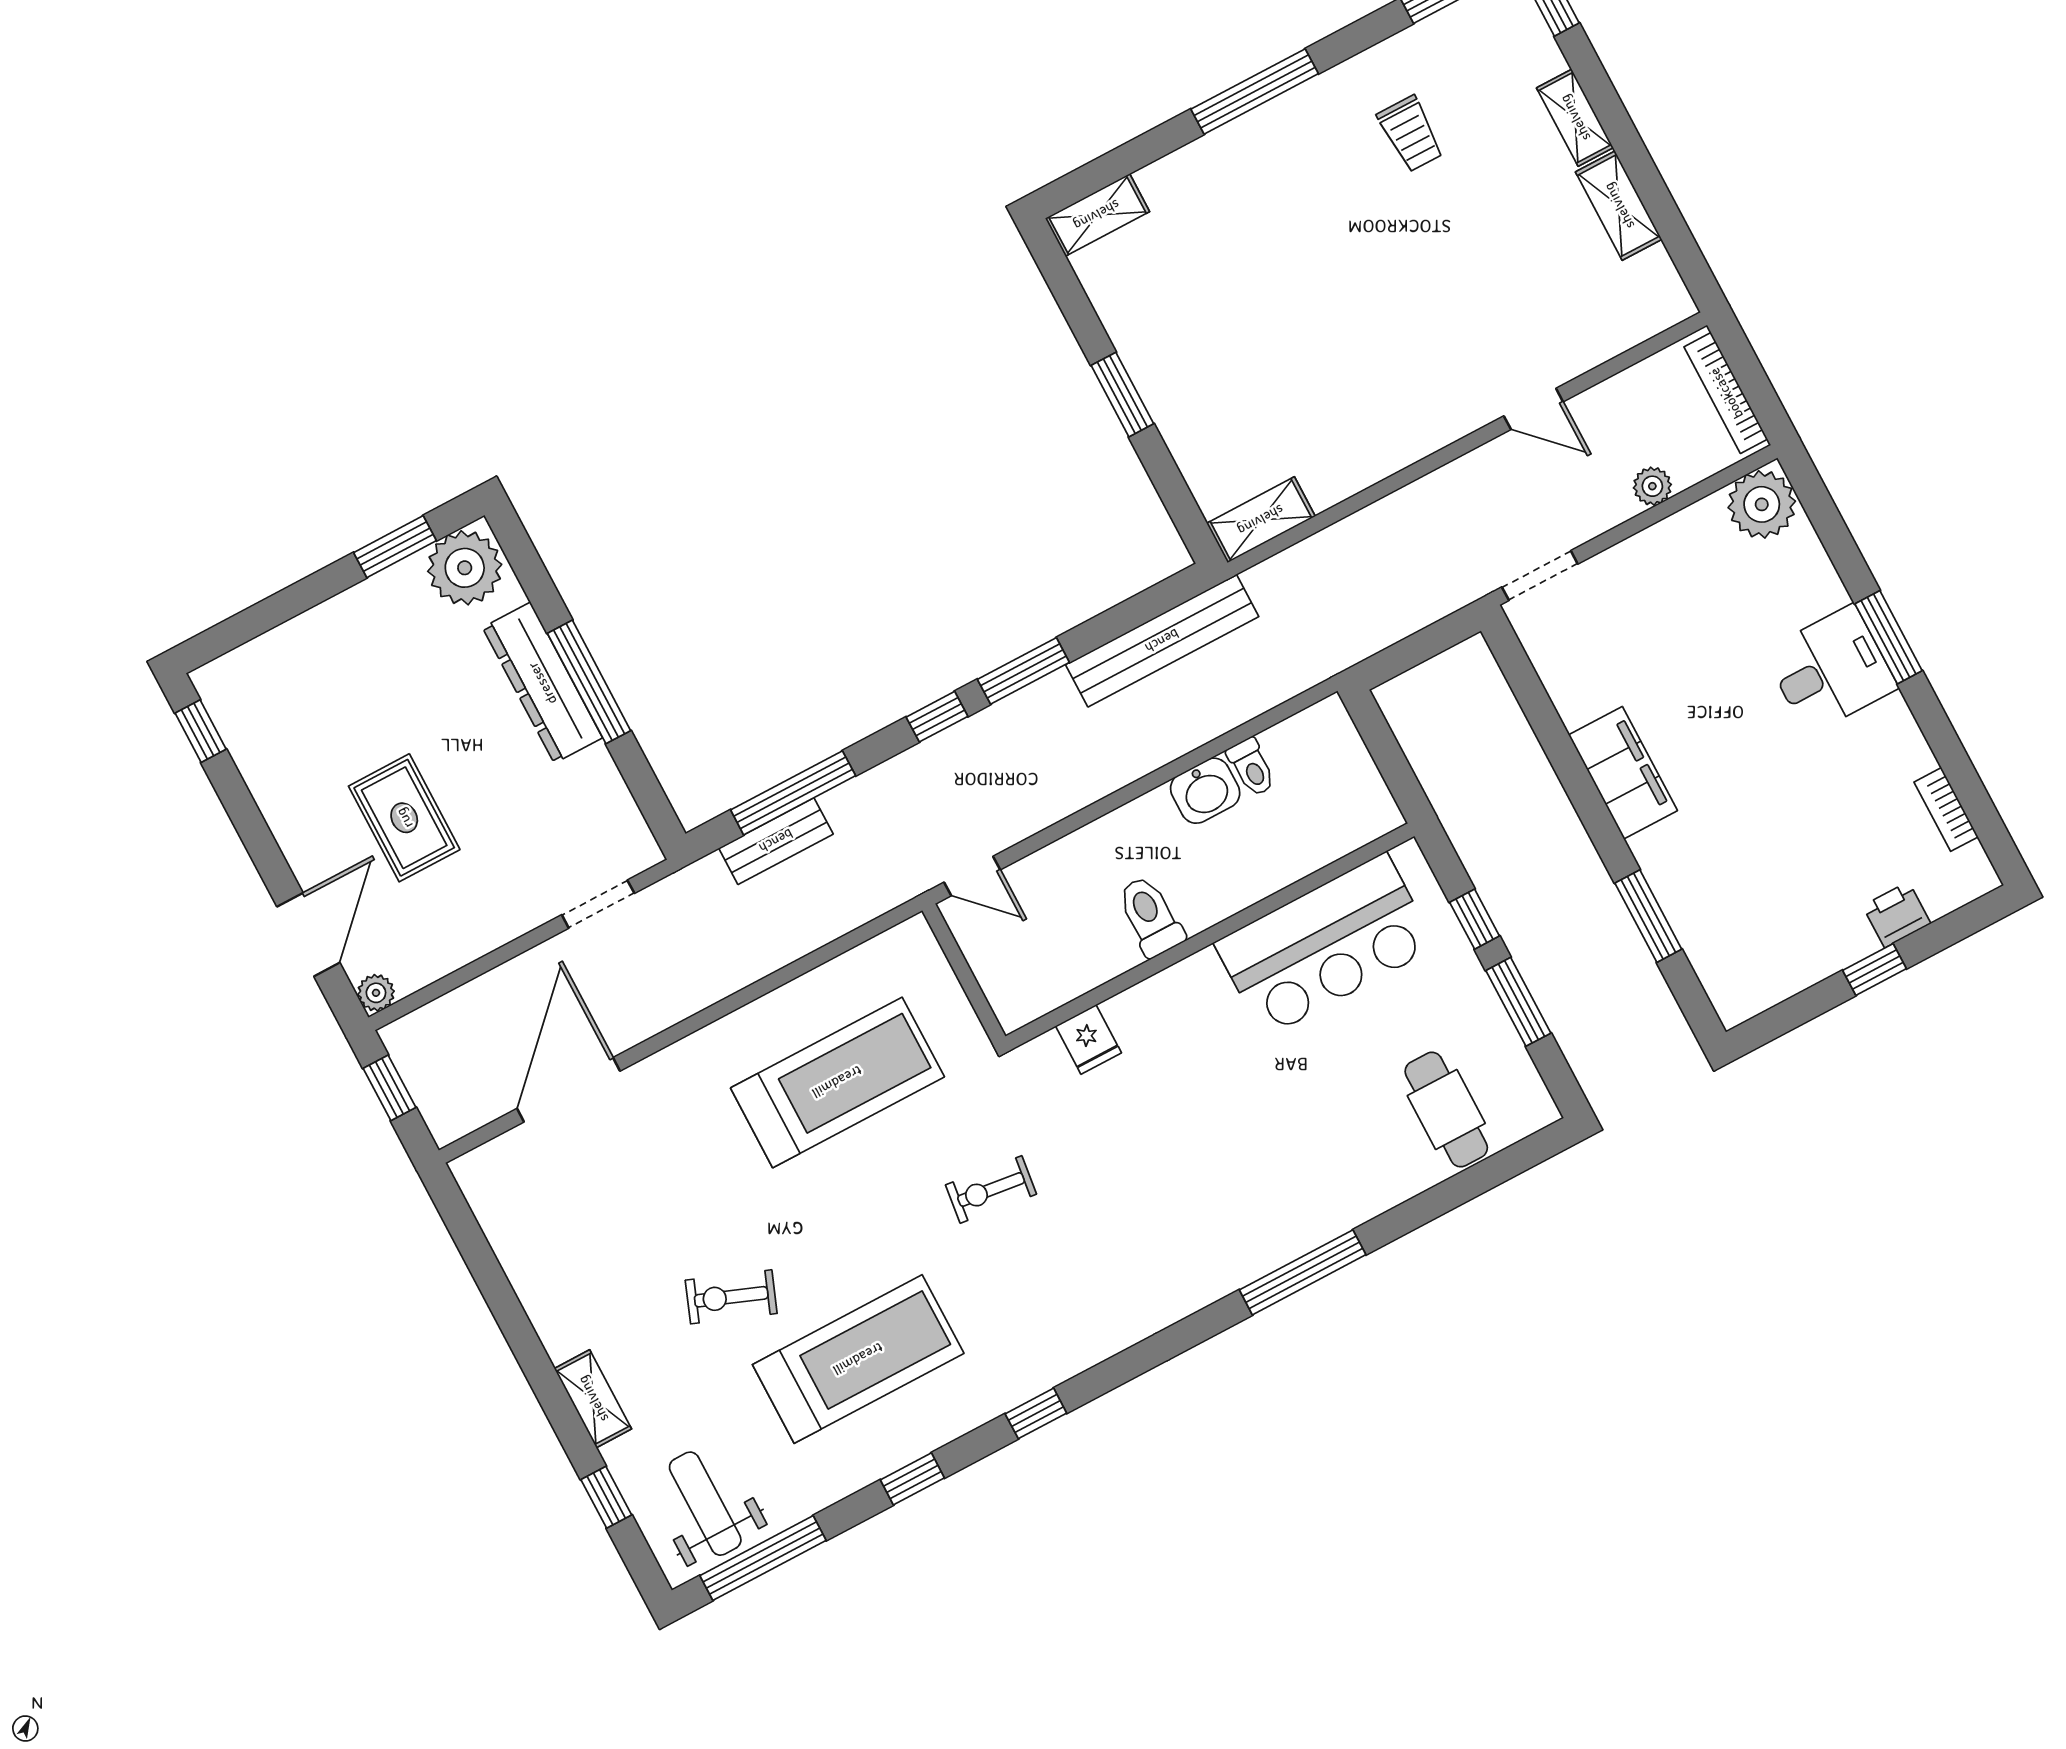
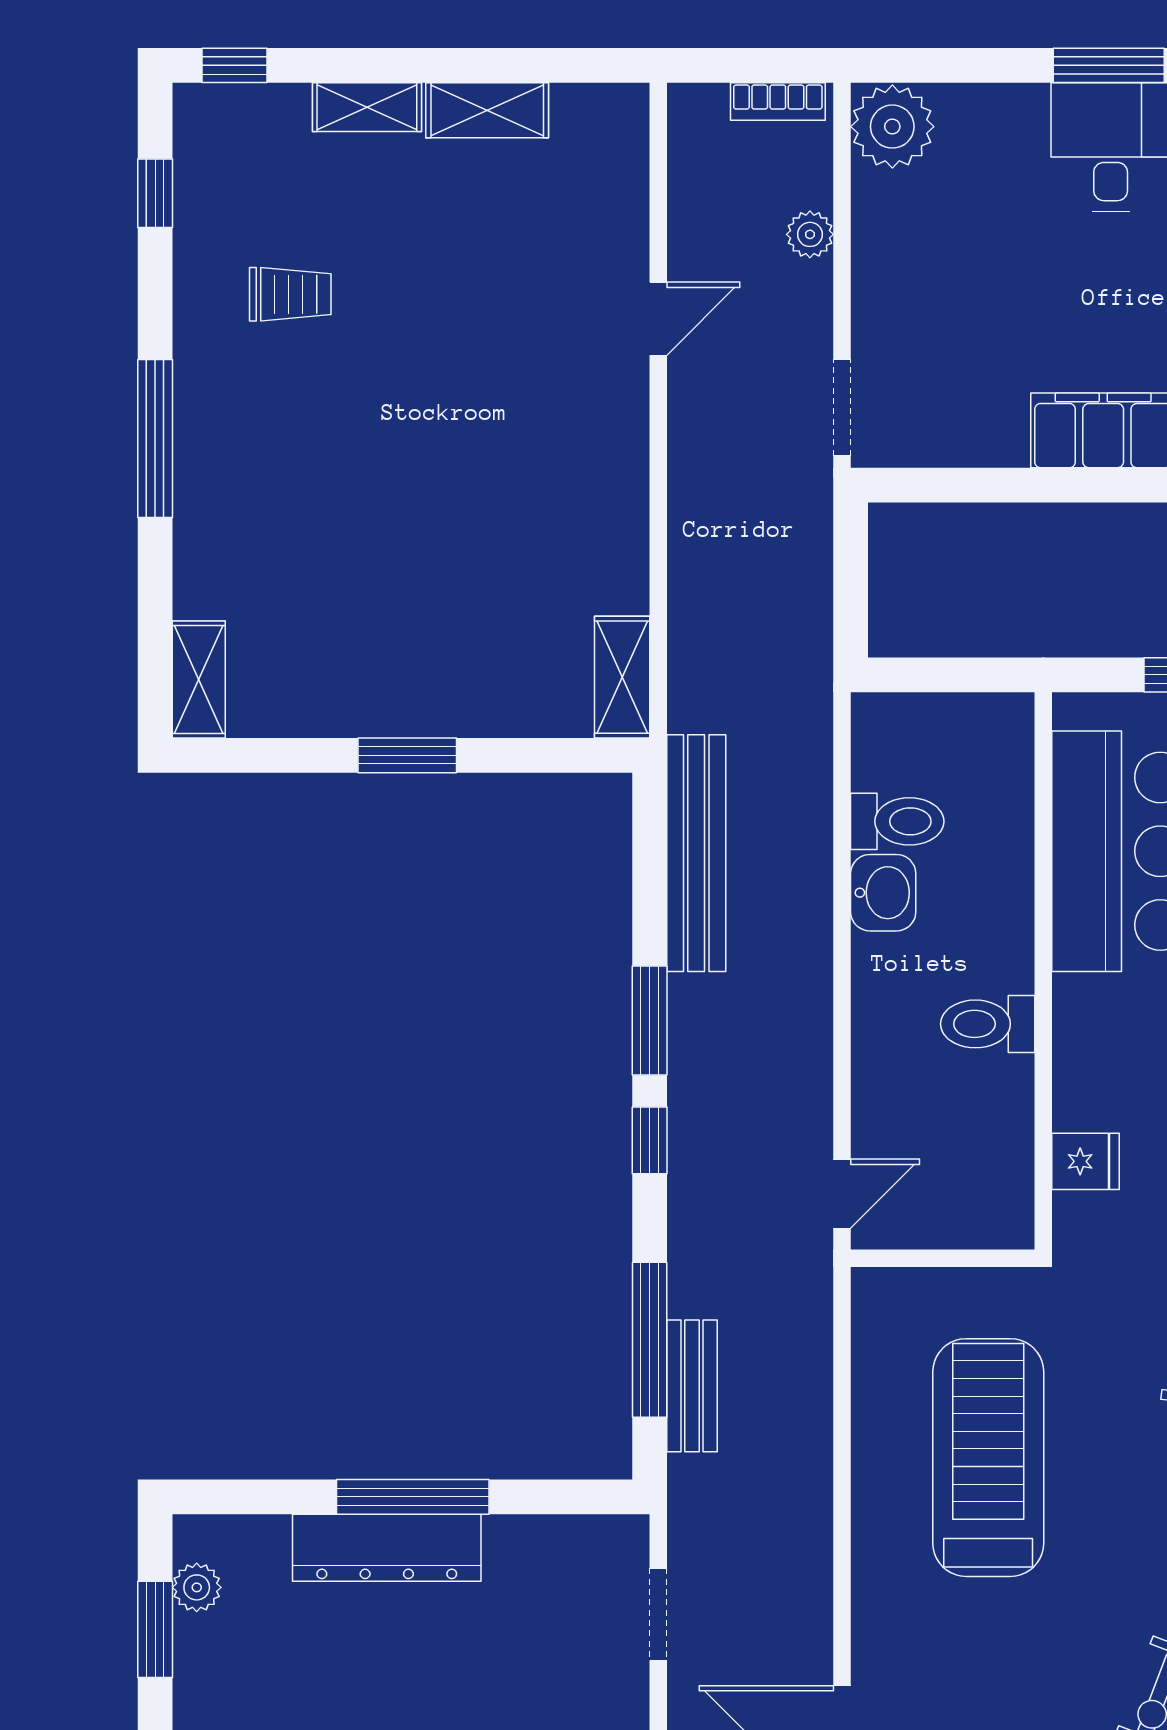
bookcase: (1726, 393) -> (778, 102), width x0.64
plant: (465, 568) -> (197, 1587), width x0.53, depth x0.53
toilet: (1251, 767) -> (897, 821), width x1.37, depth x1.39

